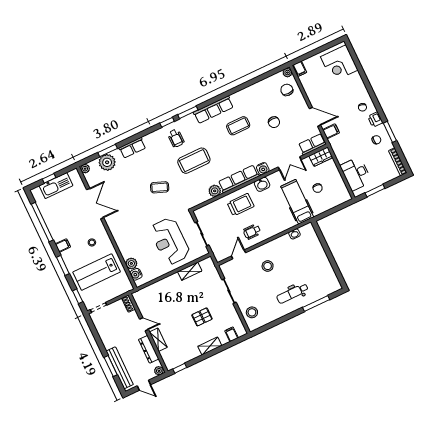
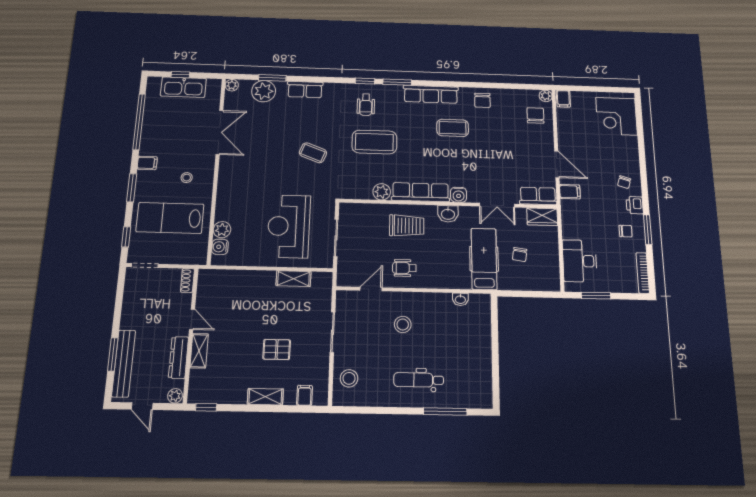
chair: (274, 122) -> (482, 100), moved

